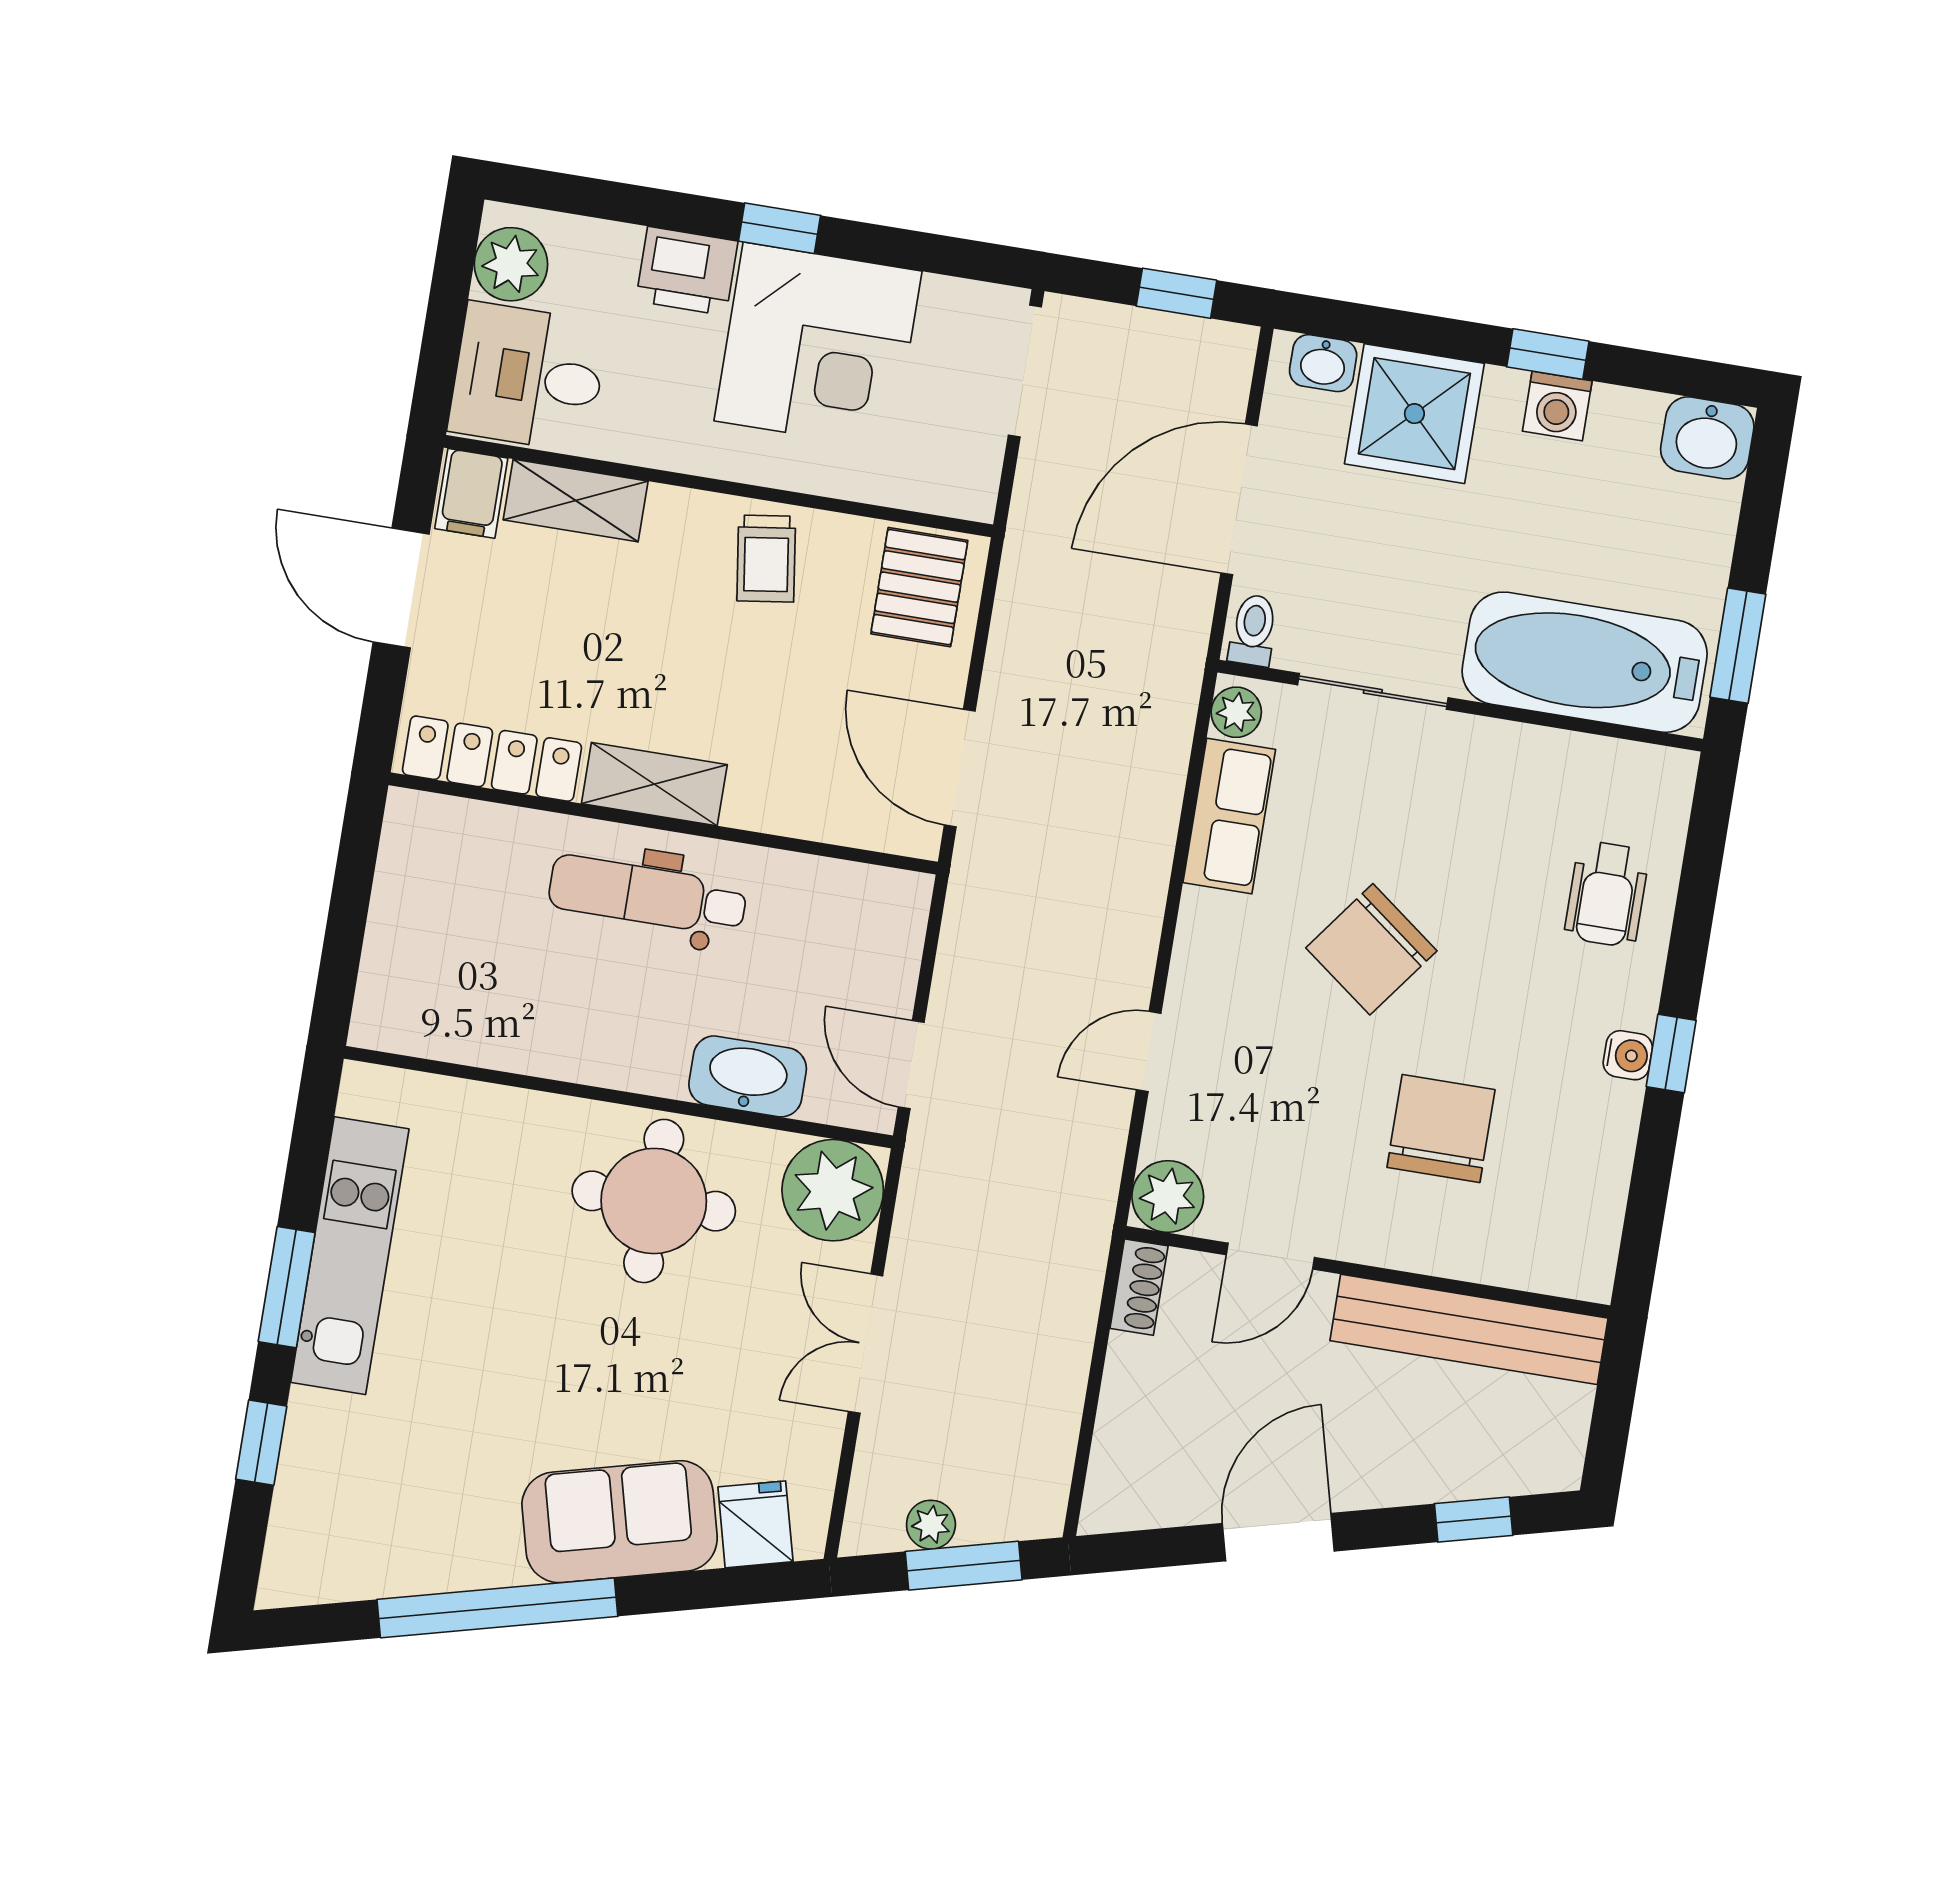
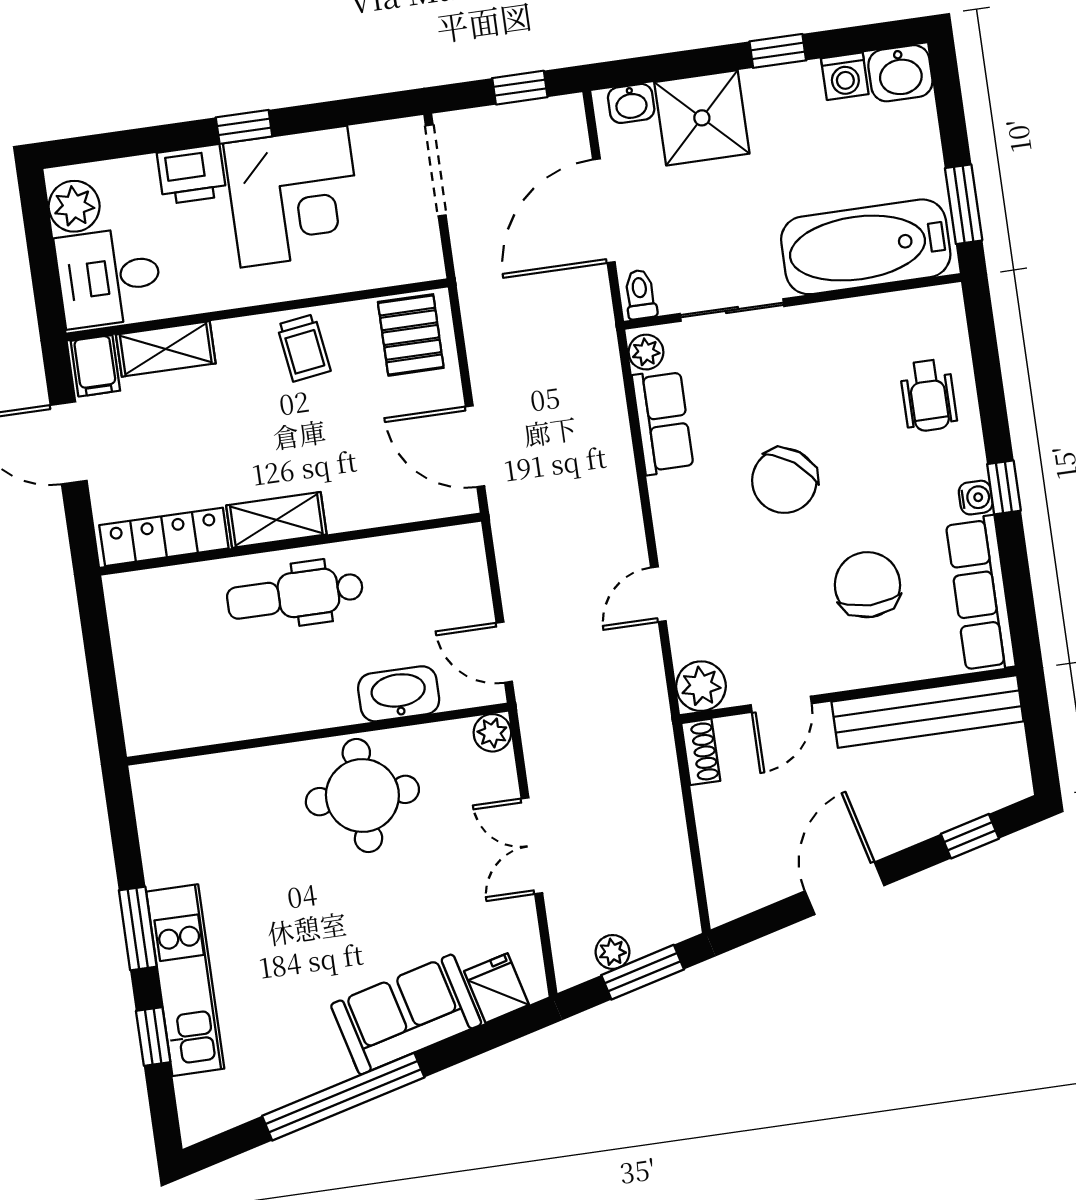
washing machine: (1557, 406) -> (845, 76), moved
plant: (833, 1190) -> (492, 733), width x0.53, depth x0.53
row of seats: (1593, 1190) -> (981, 594), added
kitchen unit: (350, 1256) -> (185, 980), moved

